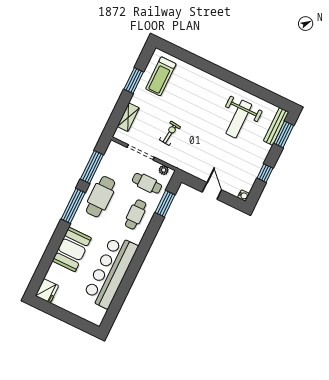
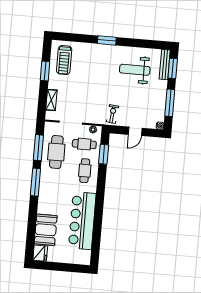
window: (219, 72) -> (107, 40), added
weight bench: (239, 119) -> (135, 70), turned 90
exercise bike: (170, 133) -> (112, 114), moved
window: (265, 173) -> (170, 103), width x2.17
door: (212, 191) -> (135, 131), swing flipped
cafe table: (101, 197) -> (56, 152), moved
booth: (72, 249) -> (46, 230), moved

